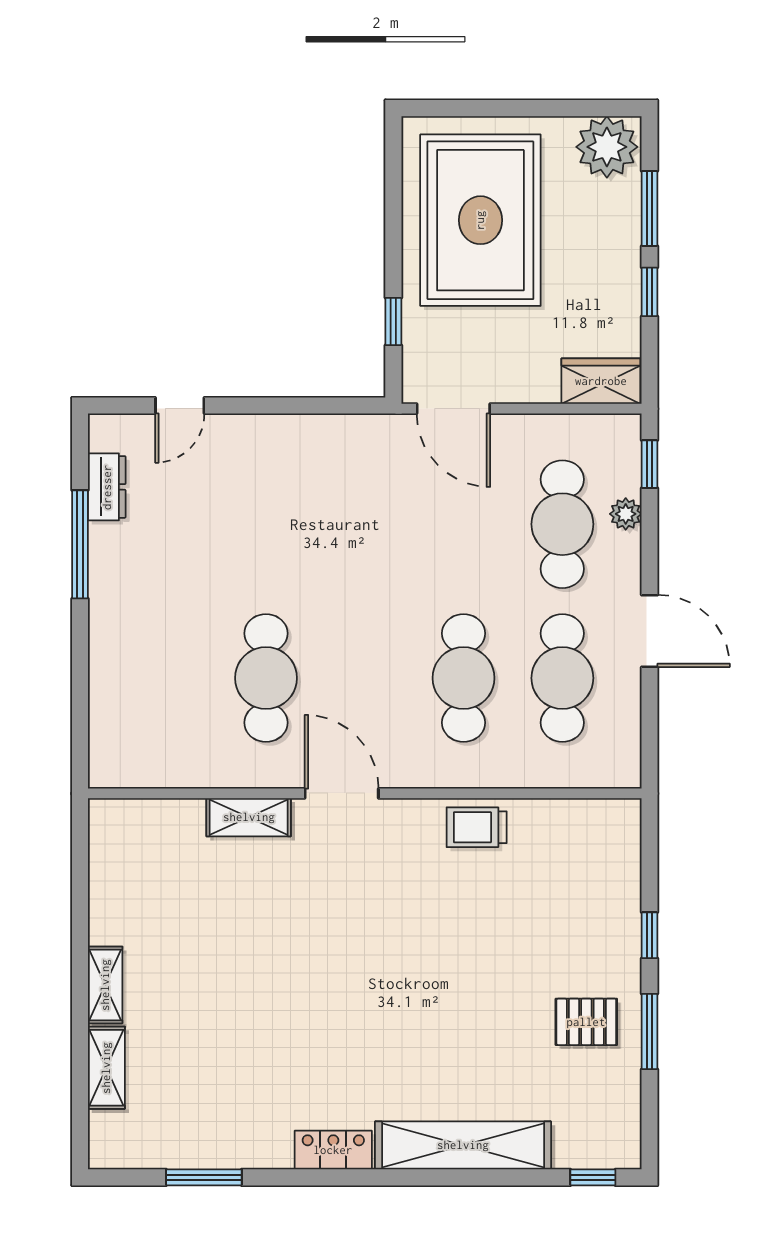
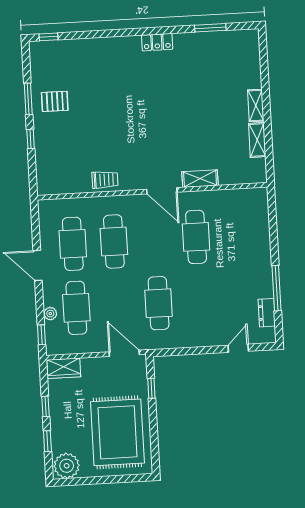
window: (650, 208) -> (47, 441), width x0.67
cafe table: (365, 524) -> (159, 303), added
shelving: (106, 1068) -> (257, 140), moved
shelving: (463, 1145) -> (103, 47), removed

